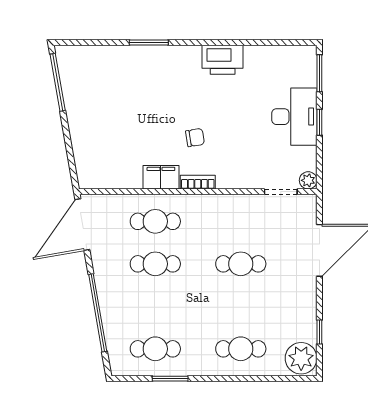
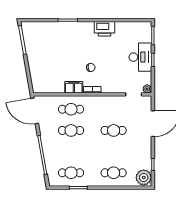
door: (82, 225) -> (35, 111), hinge flipped

